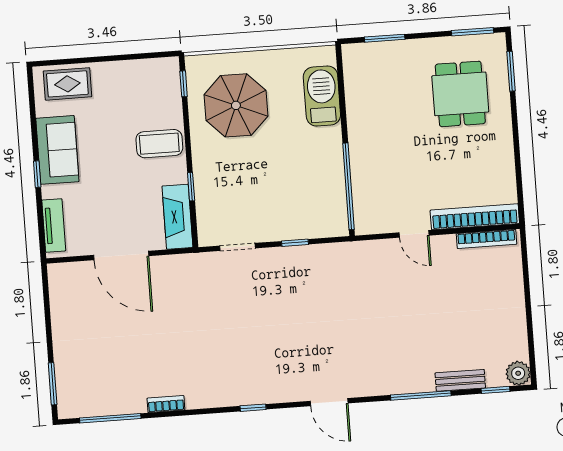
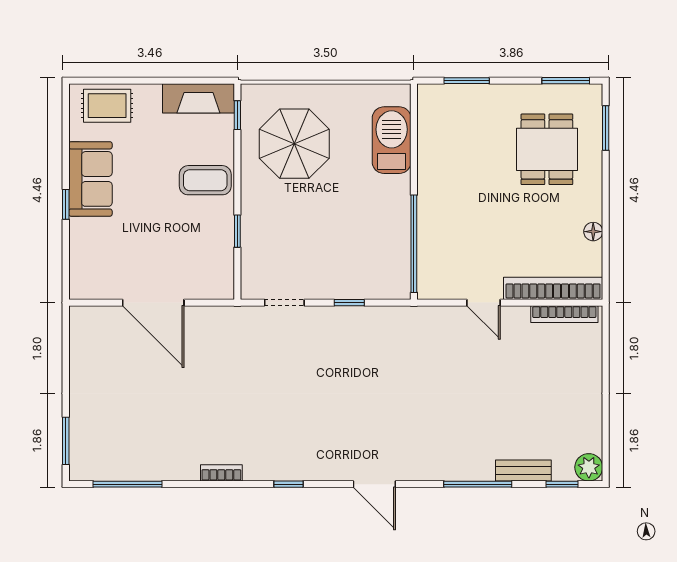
floor lamp: (507, 164) -> (593, 232), added
fireplace: (177, 217) -> (198, 98), moved, turned -90
tv unit: (54, 226) -> (80, 263), removed
bookcase: (166, 404) -> (221, 473), moved

